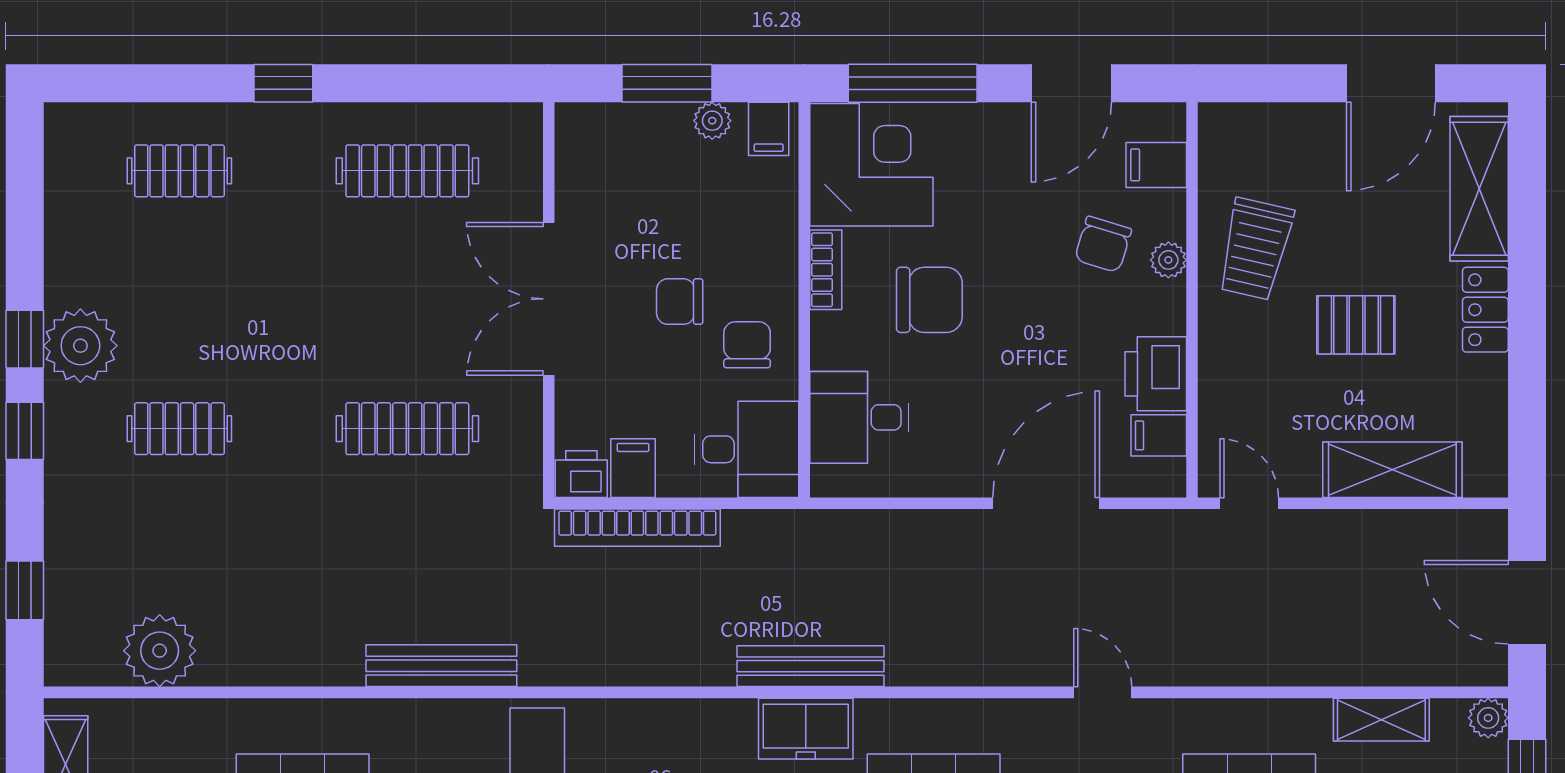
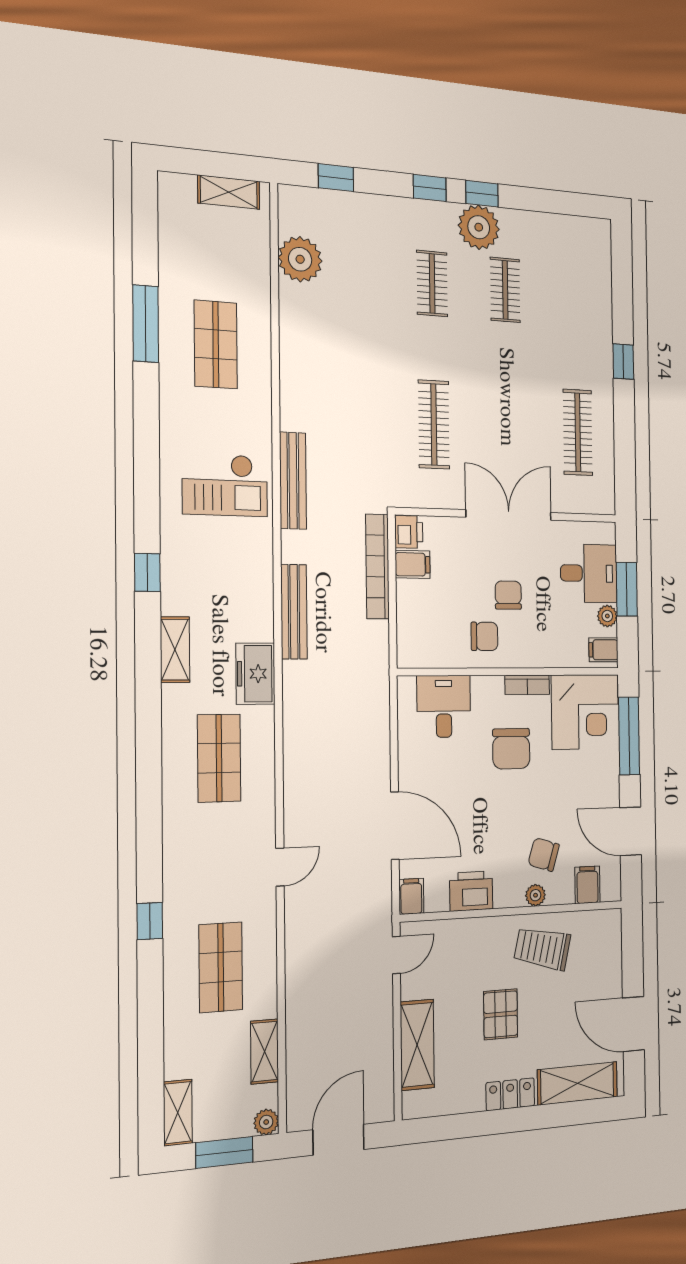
clothes rail: (179, 171) -> (505, 290), moved
filing cabinet: (1159, 435) -> (411, 896), moved
desk: (747, 449) -> (589, 573), moved, turned -90
bench: (441, 666) -> (293, 481), moved
bench: (810, 666) -> (294, 612), moved

